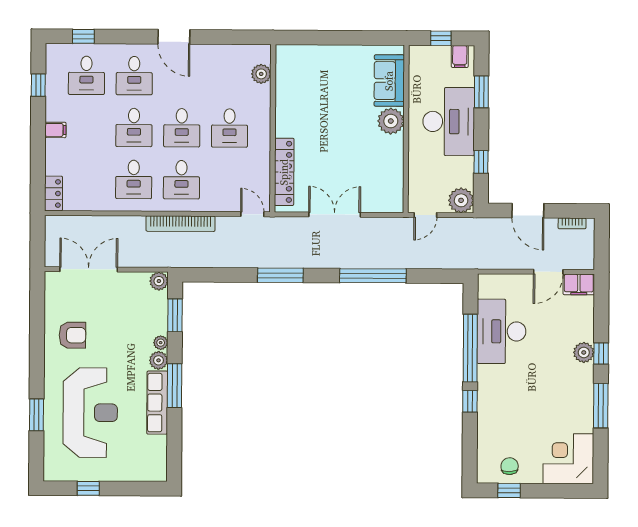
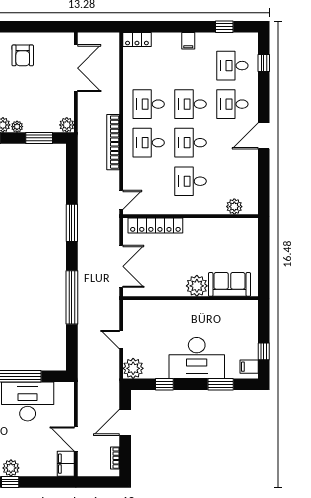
sofa: (389, 81) -> (229, 284), moved
plant: (391, 121) -> (197, 286), moved
wall: (406, 129) -> (191, 298), moved

